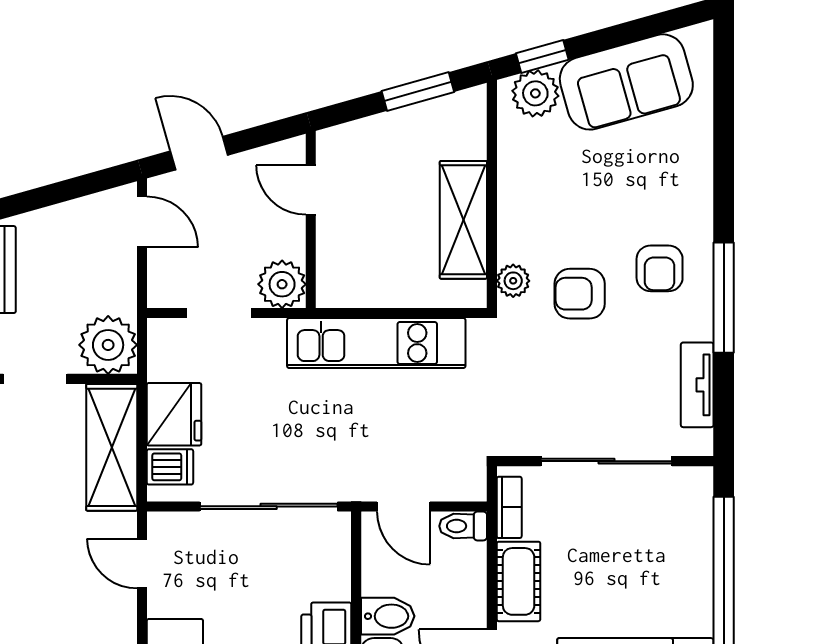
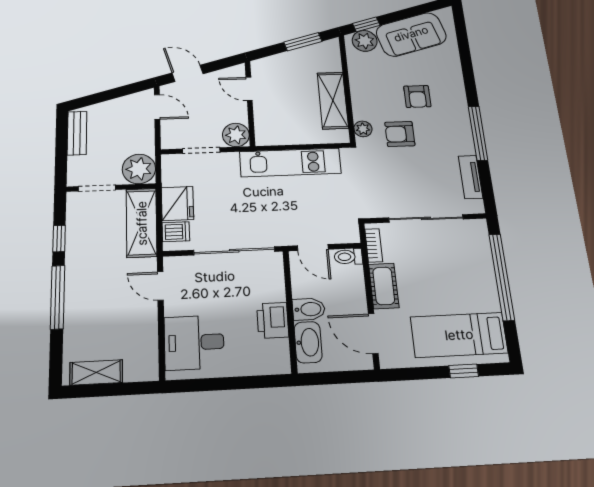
armchair: (660, 268) -> (417, 96), moved

